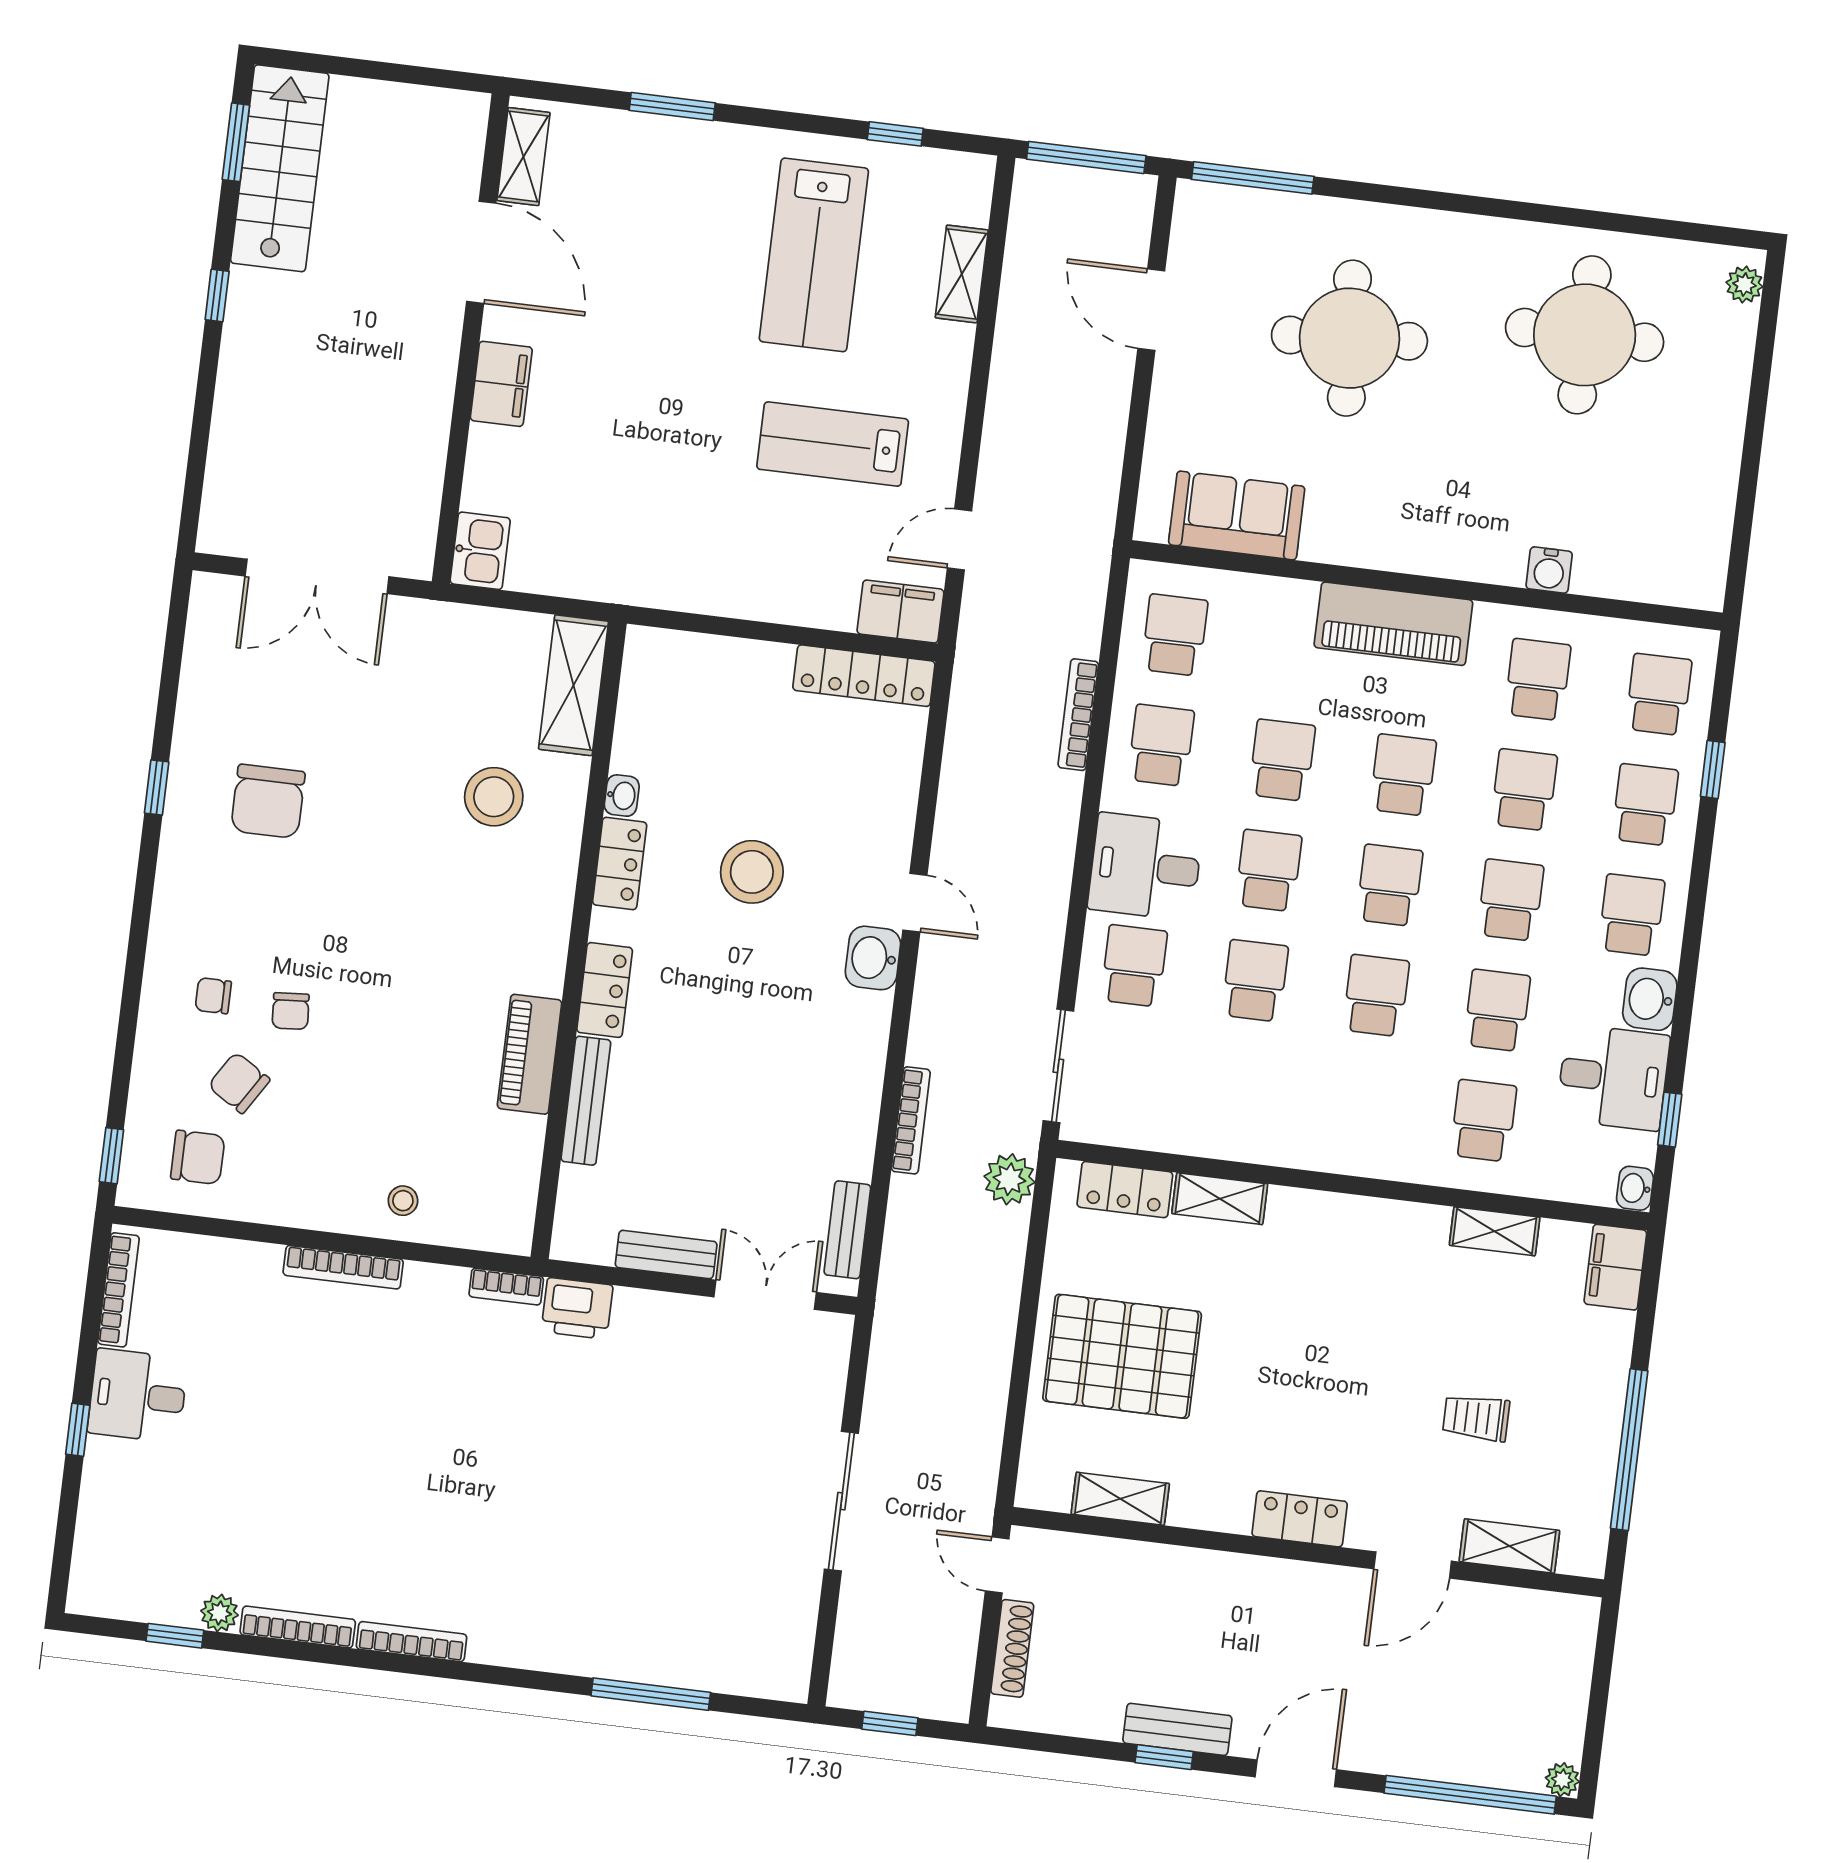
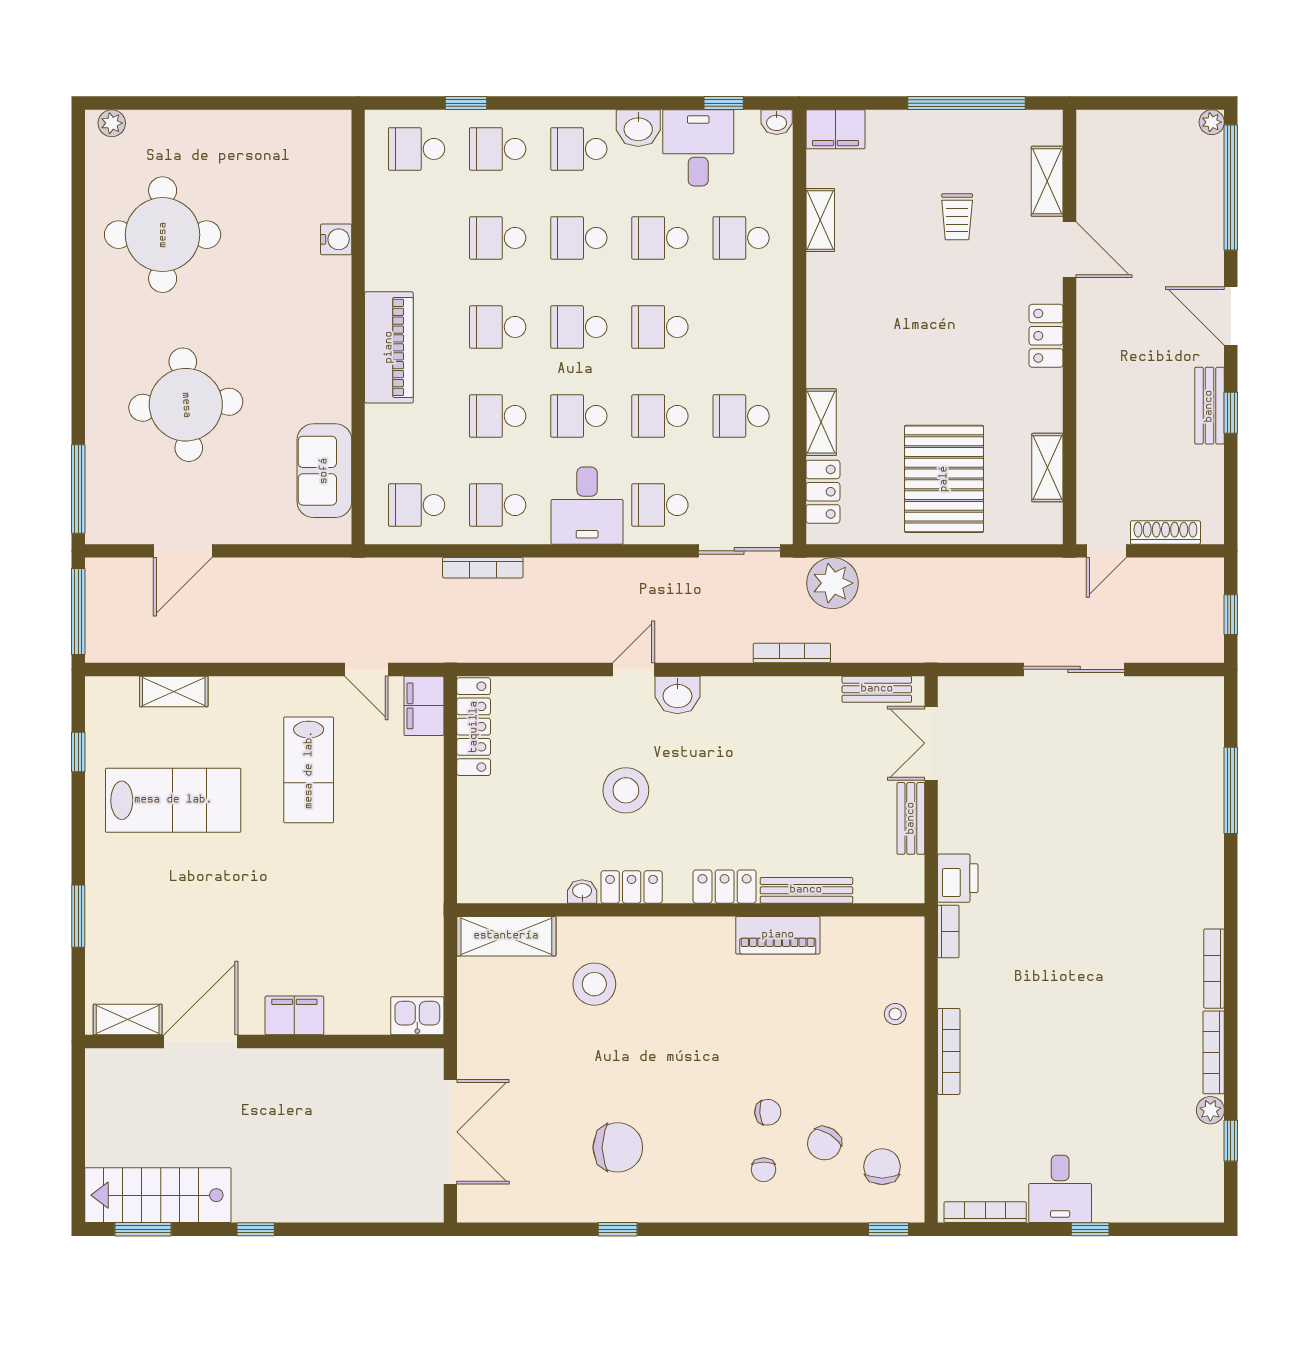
school desk: (1538, 680) -> (741, 416), moved
plant: (1009, 1179) -> (833, 583), width x1.36, depth x1.36

